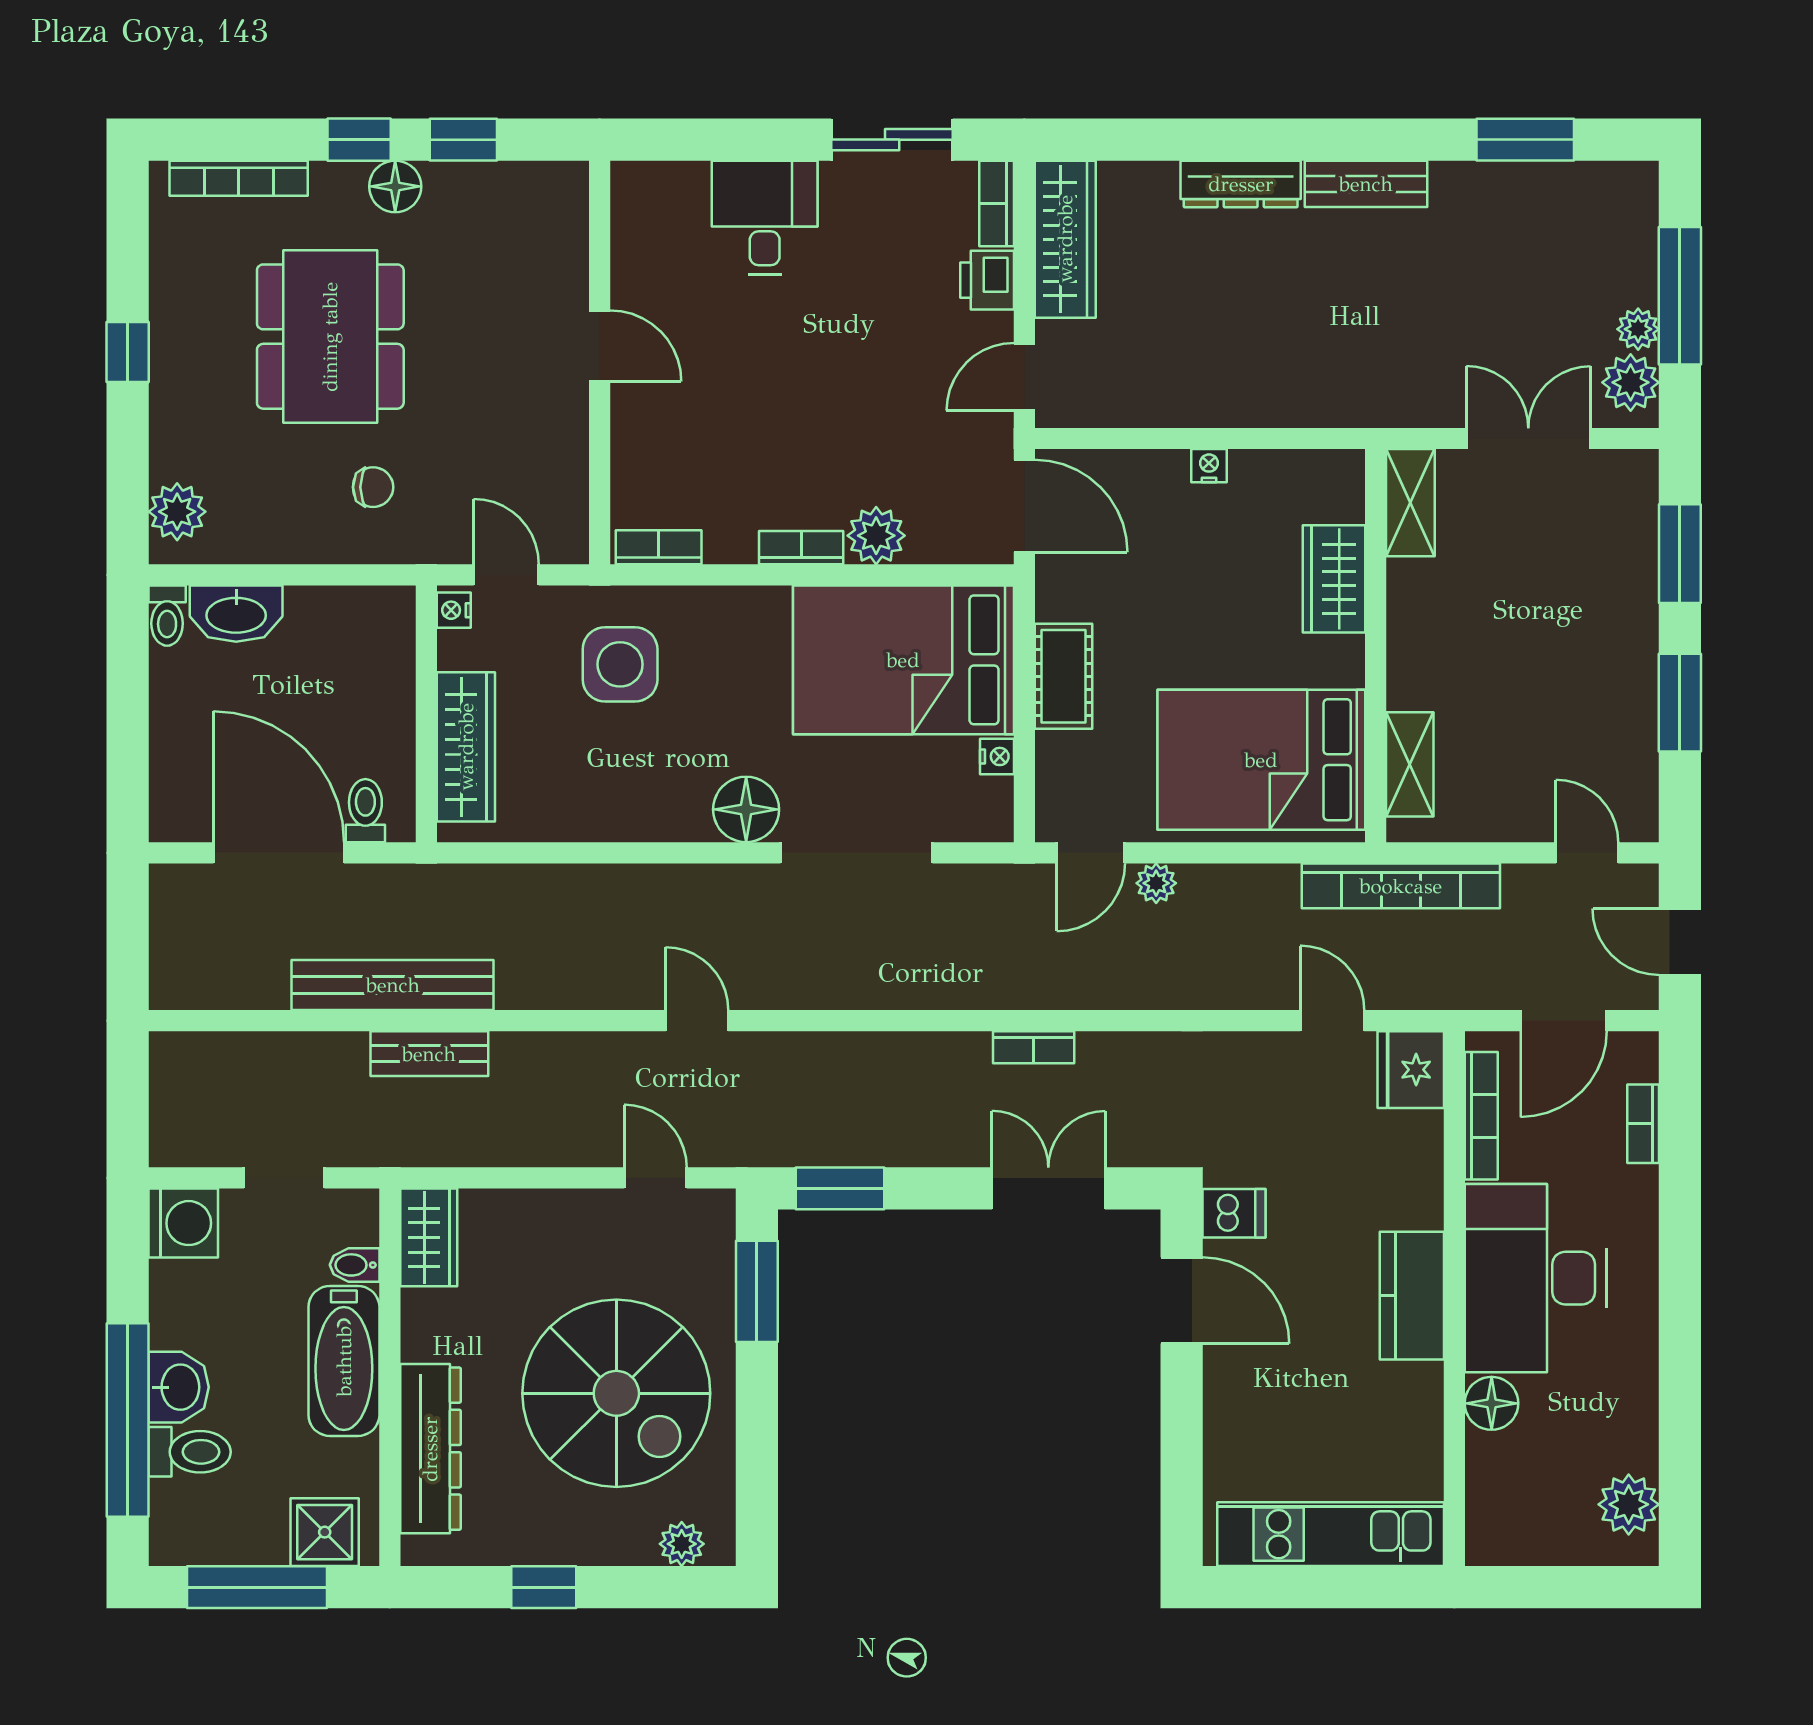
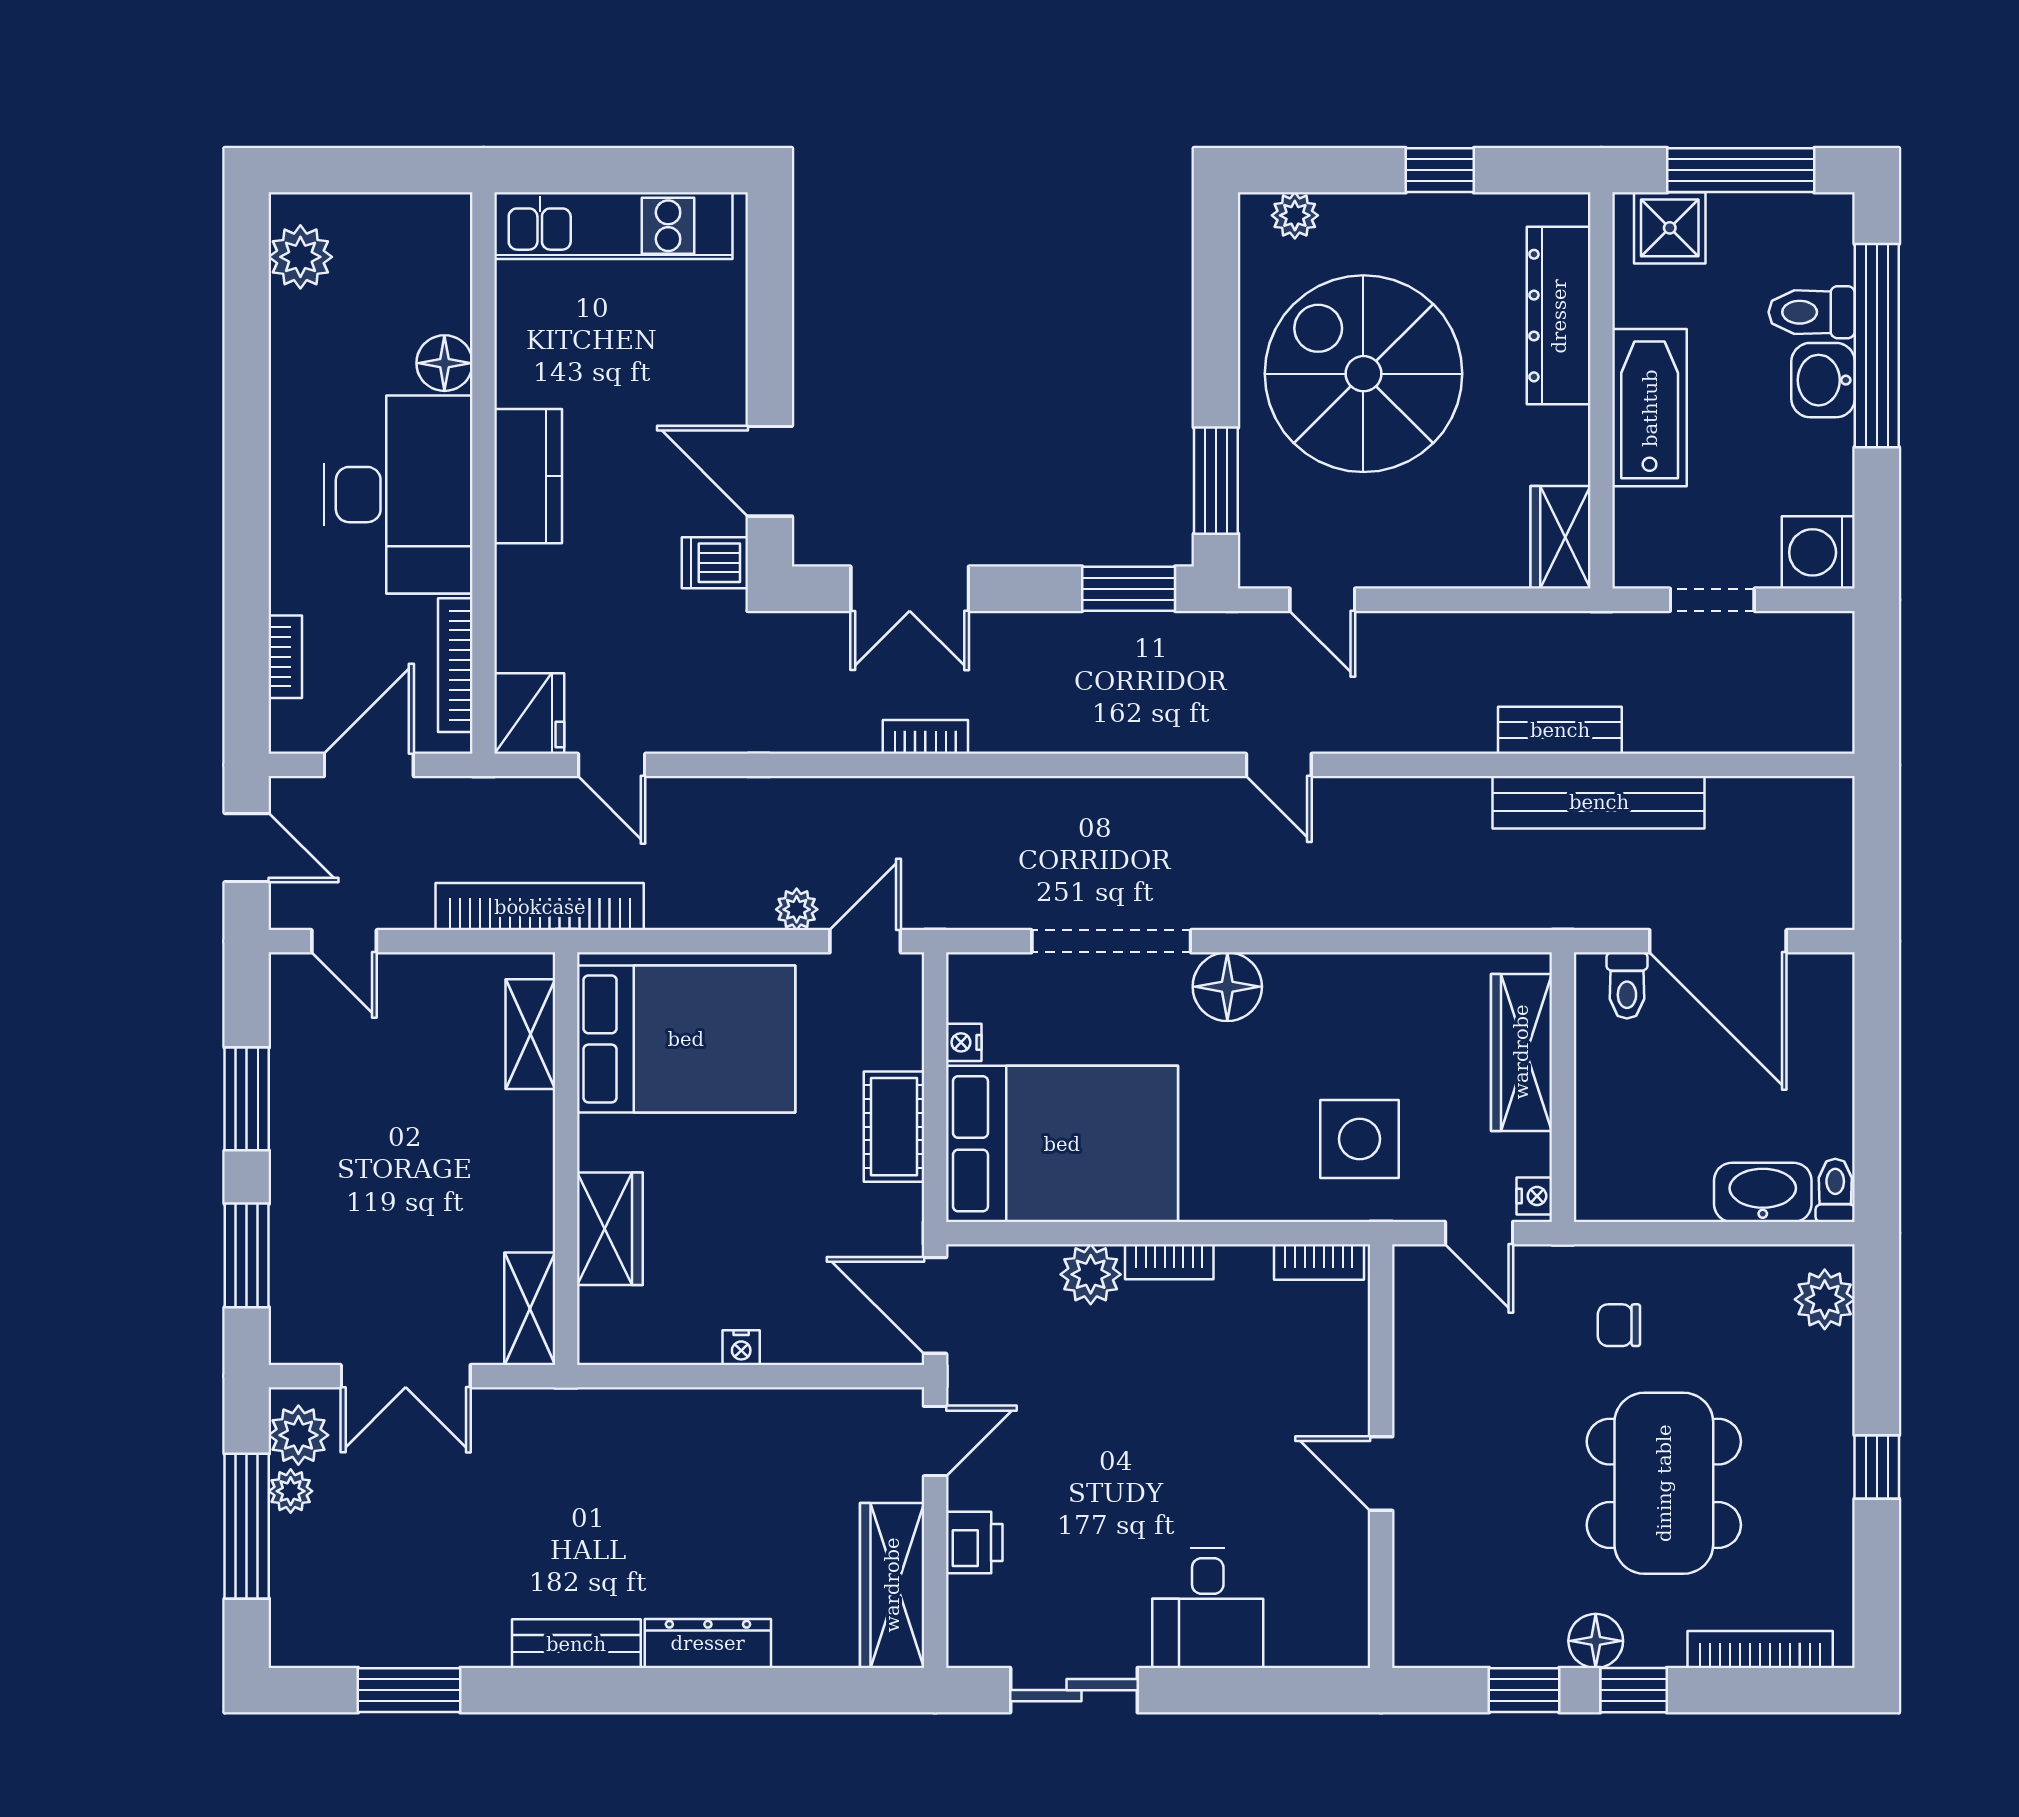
bookcase: (997, 204) -> (964, 1623), removed
bidet: (355, 1265) -> (1638, 508), removed

